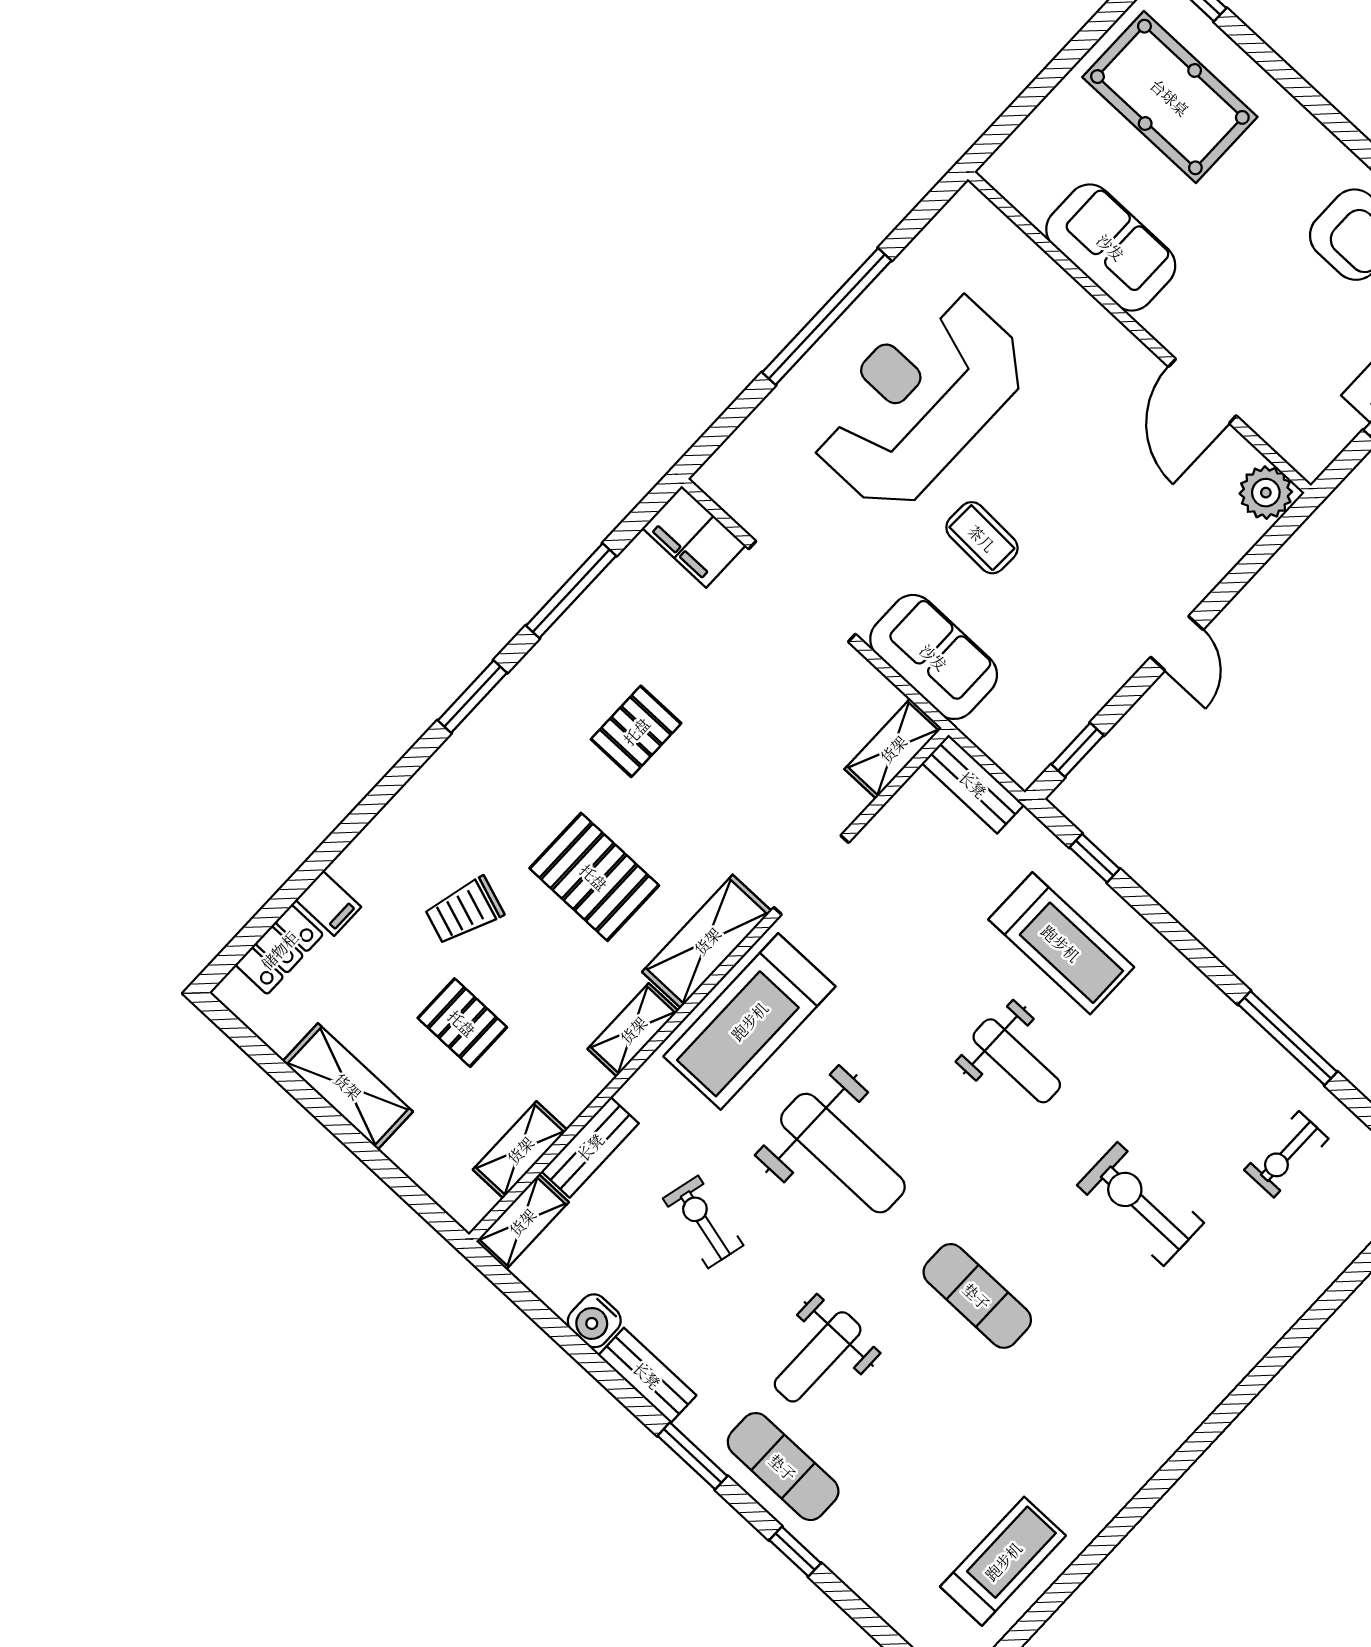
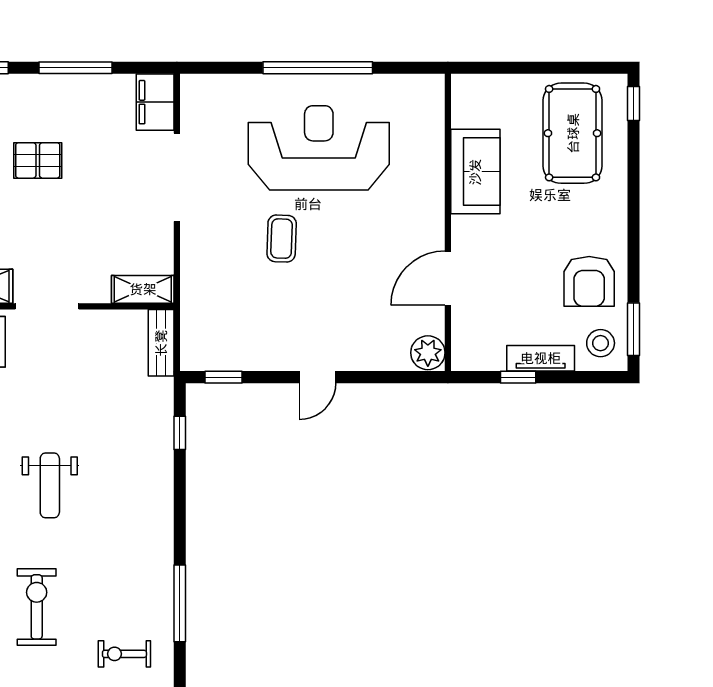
sofa: (934, 657) -> (204, 268), removed
treadmill: (1061, 943) -> (125, 455), removed

